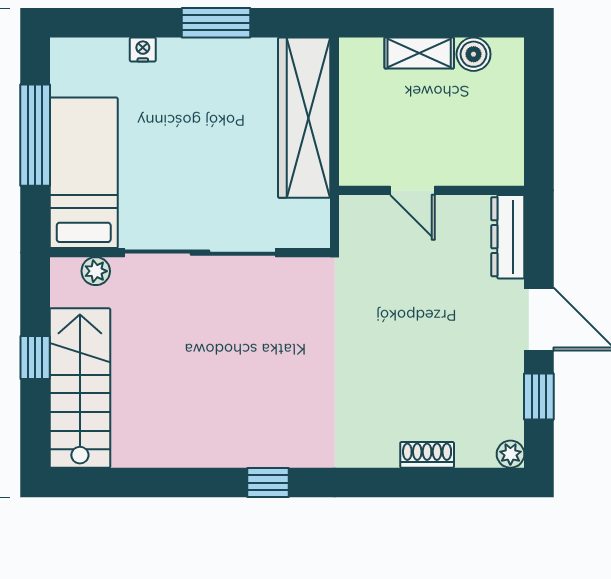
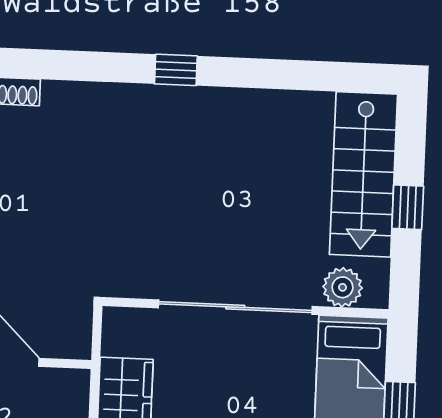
plant: (96, 271) -> (343, 287), width x1.38, depth x1.38

